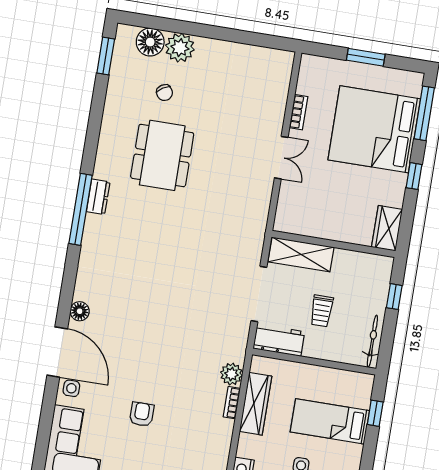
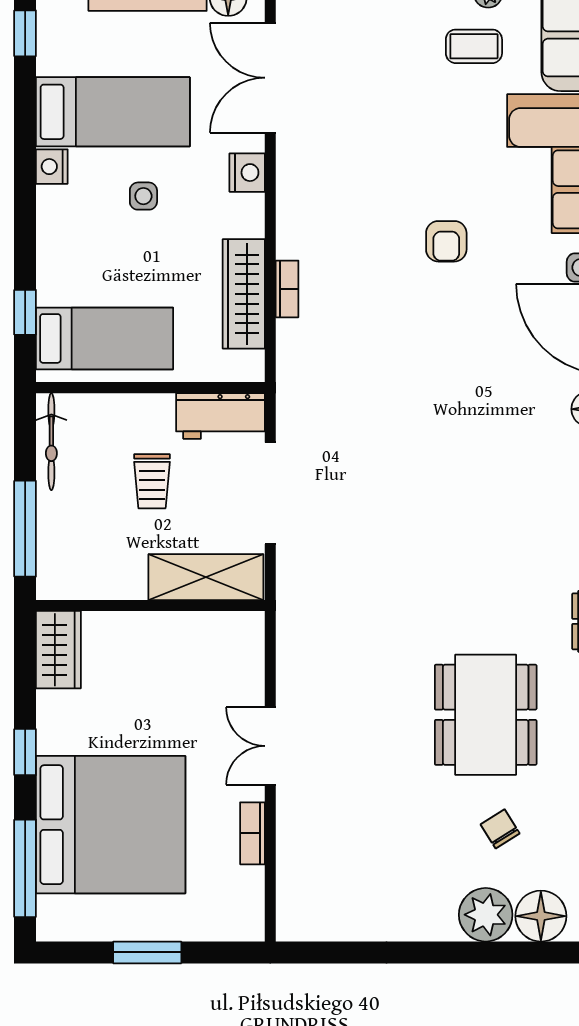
window: (394, 297) -> (25, 529), width x2.17
trolley: (322, 311) -> (152, 481), turned 180
plant: (231, 374) -> (296, 341), removed
bed: (330, 421) -> (105, 338), moved

